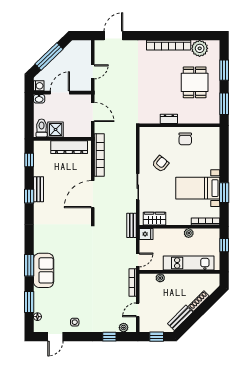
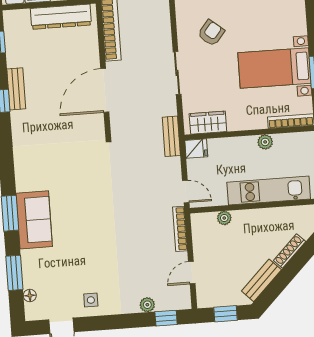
door: (138, 260) -> (186, 192), hinge flipped
plant: (124, 328) -> (147, 305), moved
window: (109, 337) -> (166, 318), moved

